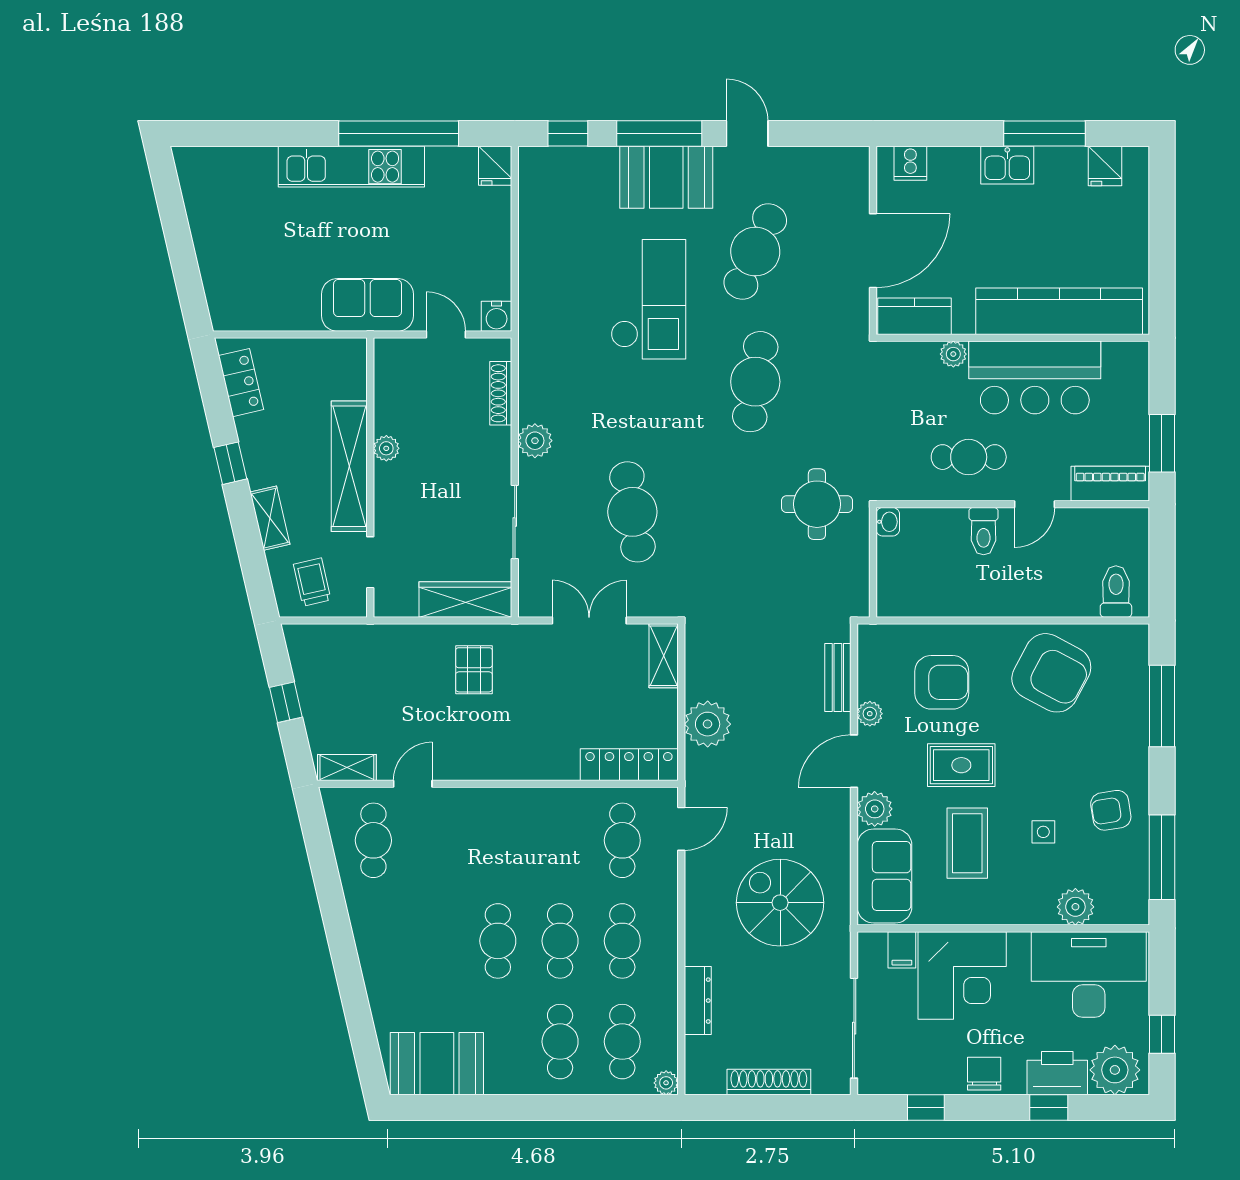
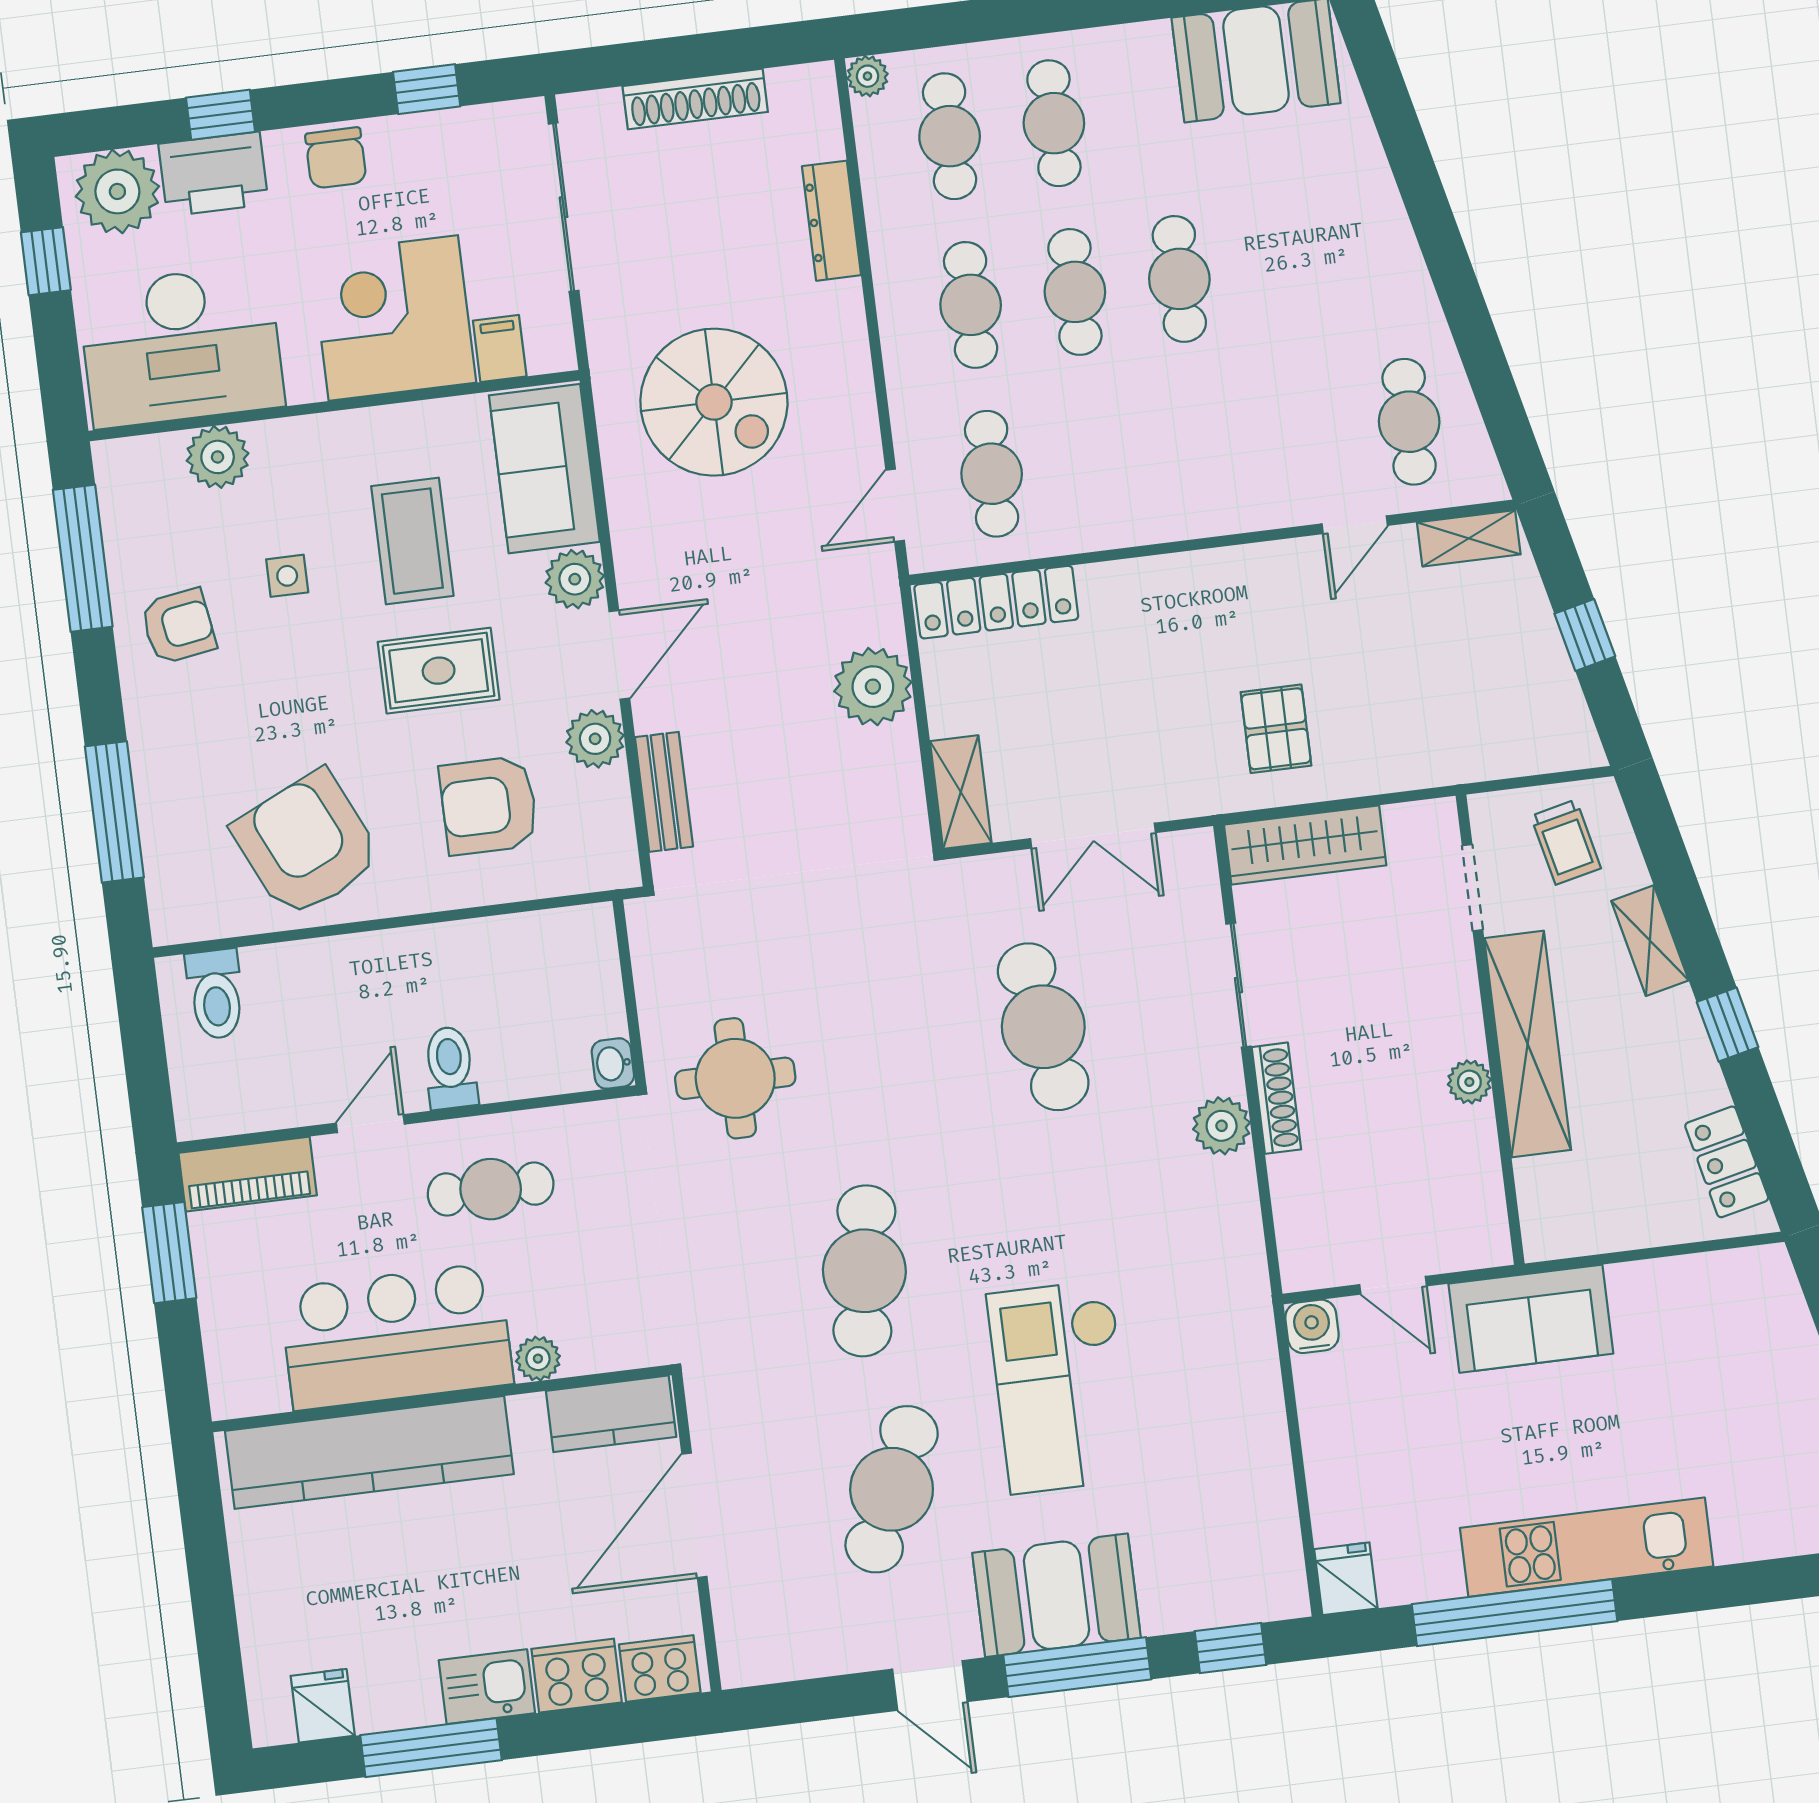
cooker: (910, 163) -> (660, 1668), width x1.36
cooker: (954, 165) -> (577, 1676), added
shoe rack: (501, 393) -> (1276, 1098), moved
armchair: (1051, 673) -> (307, 844), turned 37
plant: (870, 714) -> (595, 739), width x1.38, depth x1.38

